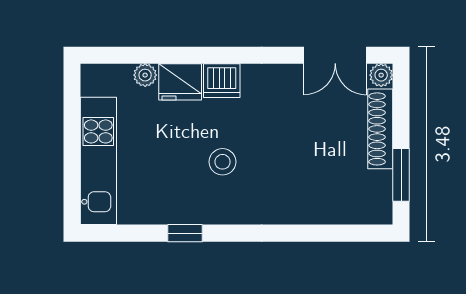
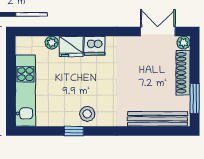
double door: (335, 55) -> (158, 31), swing flipped
stool: (222, 162) -> (87, 114), moved
bench: (335, 211) -> (158, 119), added

